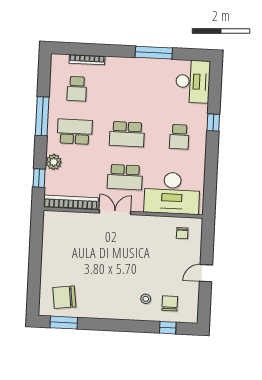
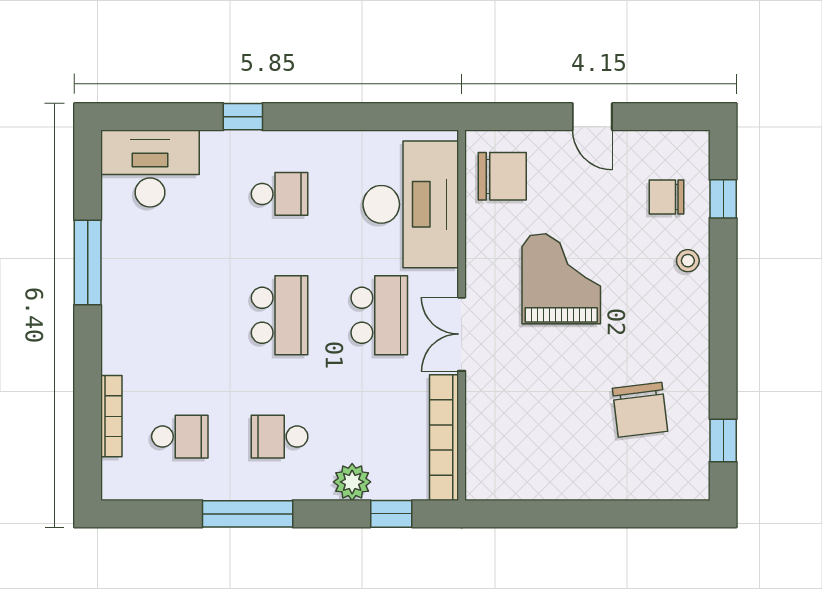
school desk: (75, 132) -> (280, 437), width x0.54
chair: (182, 233) -> (502, 176), width x1.87, depth x1.87
grand piano: (137, 256) -> (561, 279), added
chair: (64, 297) -> (640, 410), moved
stool: (146, 299) -> (688, 261), moved
window: (64, 323) -> (723, 440), width x0.67

